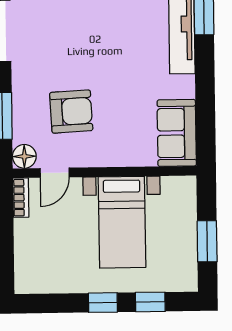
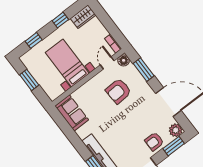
wardrobe: (38, 280) -> (83, 17), added
window: (103, 303) -> (60, 20), moved

